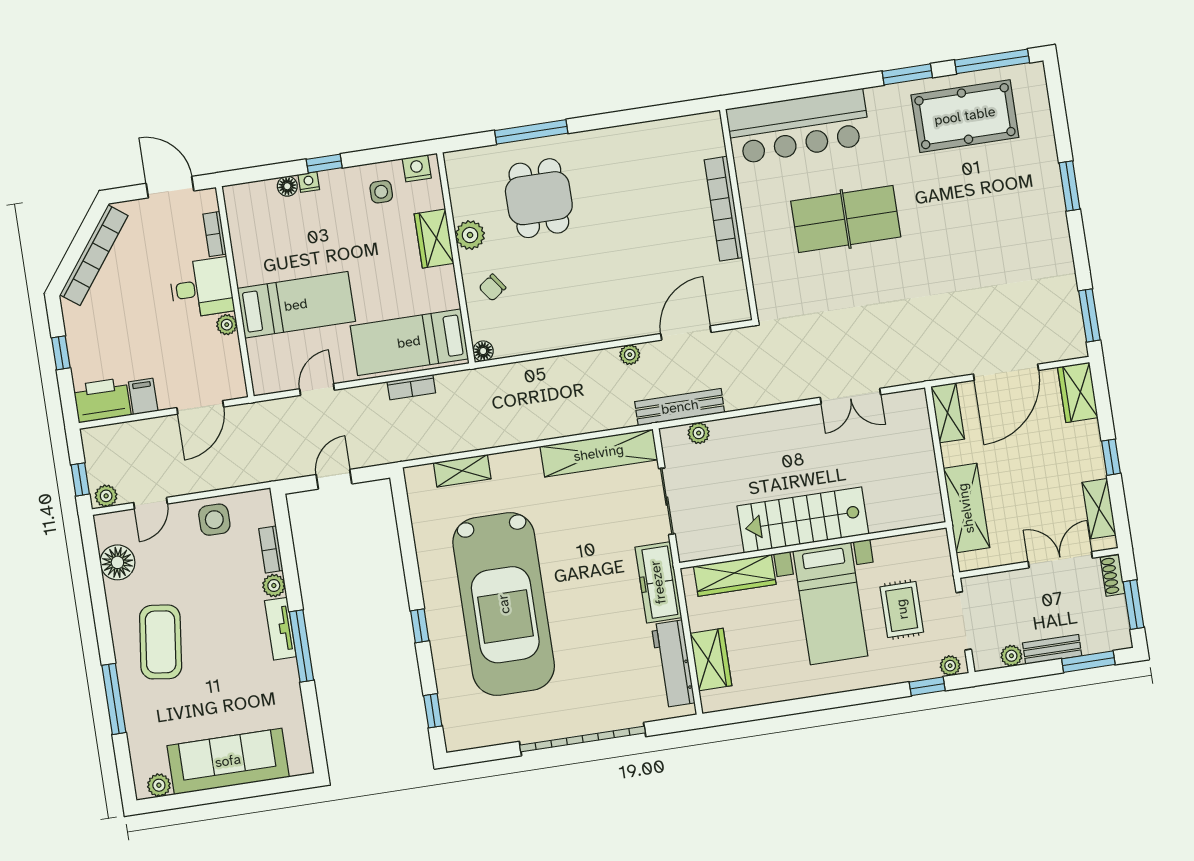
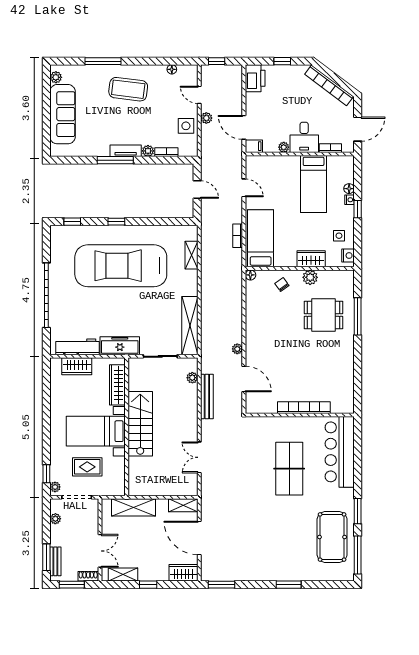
bed: (296, 305) -> (314, 184), moved
filing cabinet: (143, 397) -> (254, 146), moved
bench: (680, 407) -> (207, 396), moved
plant: (106, 496) -> (206, 118), moved
floor lamp: (117, 562) -> (172, 69), width x0.53, depth x0.53
bench: (1052, 649) -> (55, 561), moved

